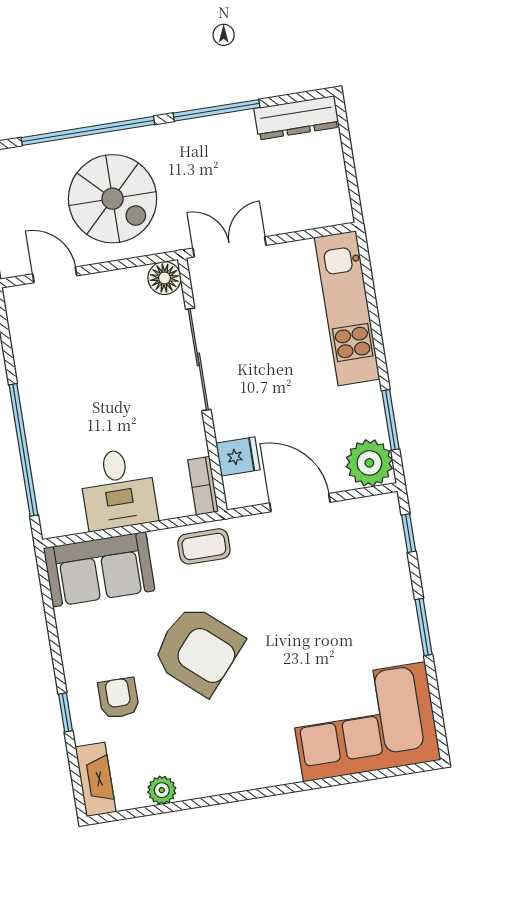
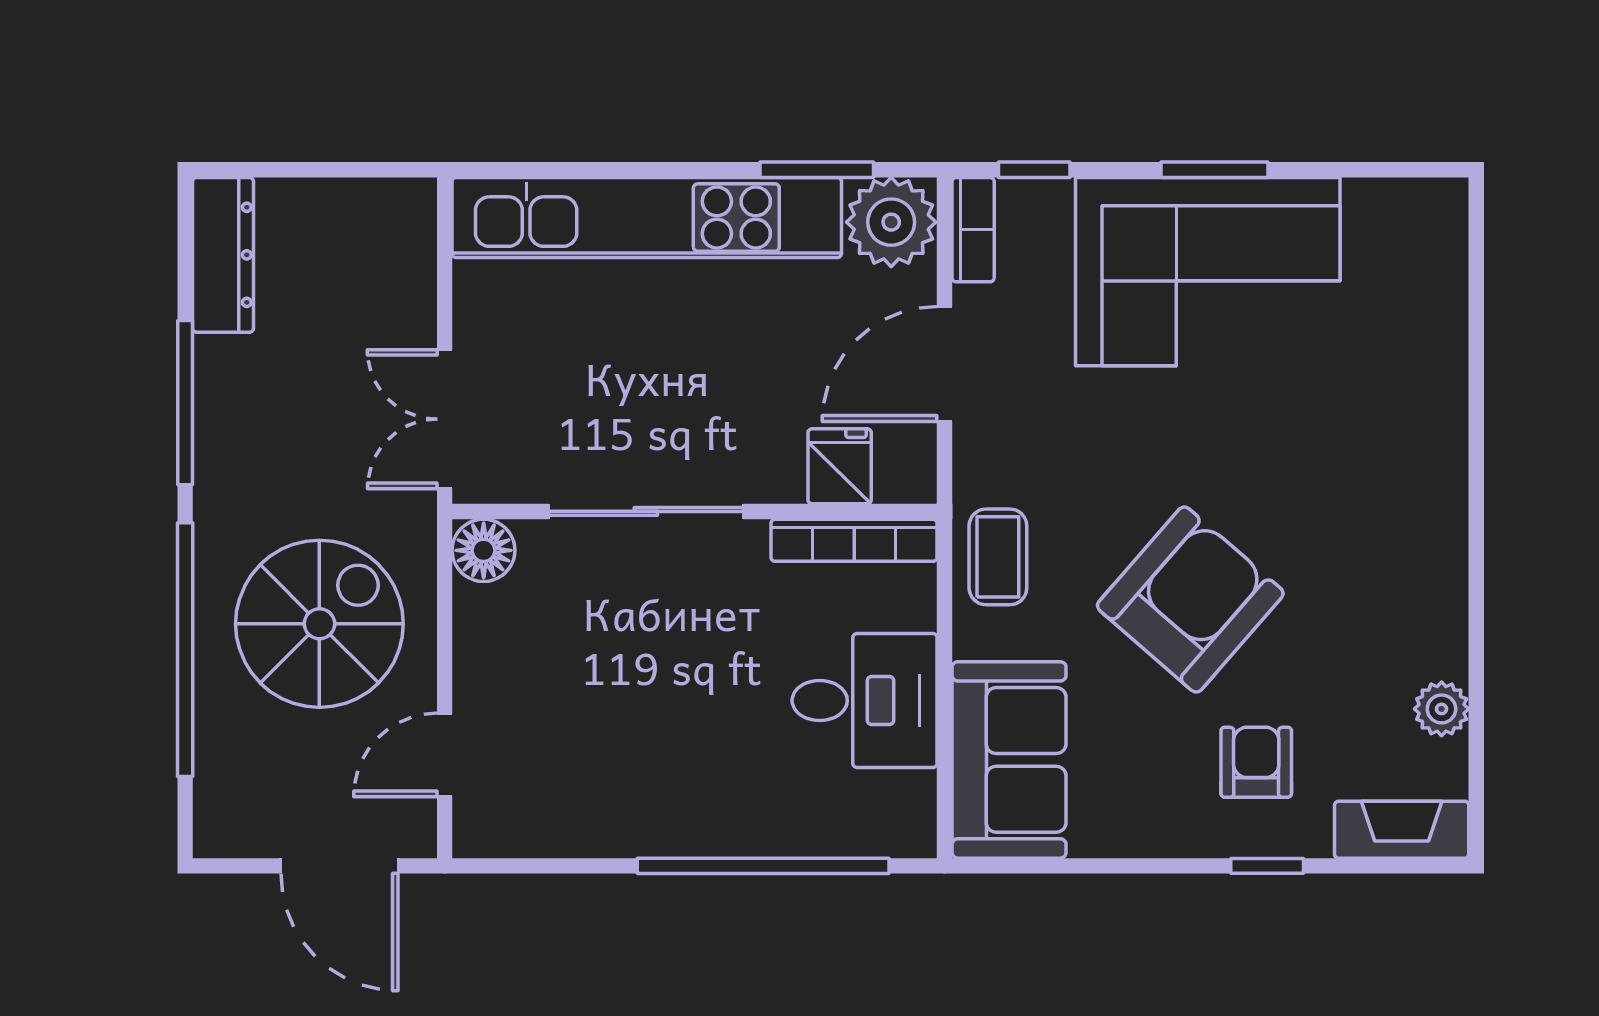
kitchen unit: (347, 308) -> (647, 218), width x1.36
bookcase: (203, 486) -> (854, 540), width x1.56
bookcase: (372, 506) -> (973, 230), added
armchair: (119, 698) -> (1256, 762), turned 90
corner sofa: (364, 722) -> (1208, 272), moved, turned -90

